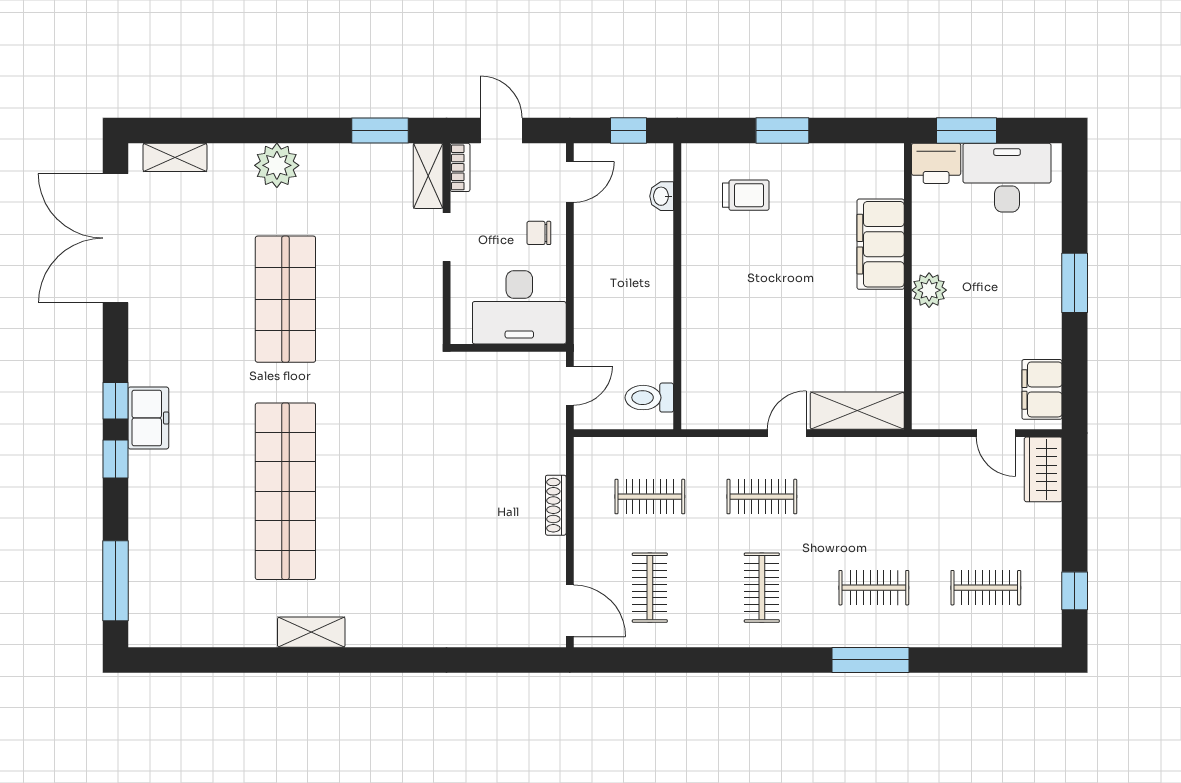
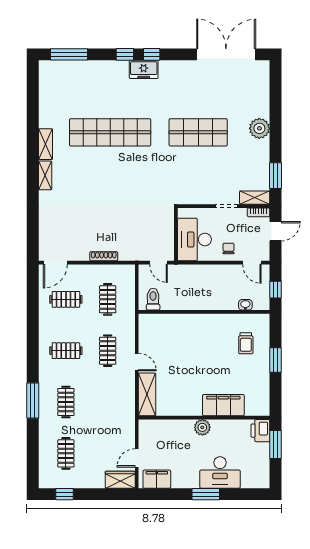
shelving: (175, 157) -> (45, 175), moved
desk: (1007, 178) -> (220, 472), moved, turned 90

